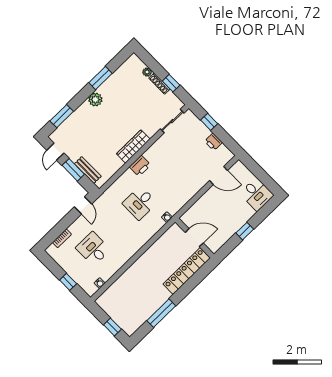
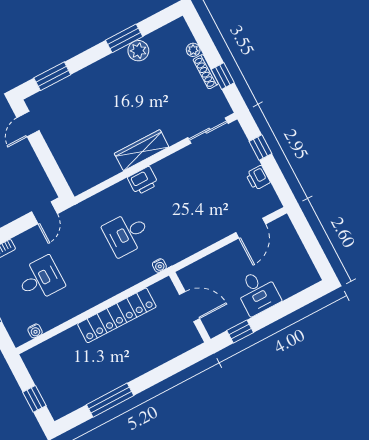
plant: (95, 100) -> (138, 51), moved
window: (73, 170) -> (46, 158), removed
bench: (88, 170) -> (67, 164), removed
door: (218, 176) -> (251, 228), hinge flipped
desk: (257, 194) -> (257, 292), moved
window: (245, 231) -> (240, 332), moved
desk: (93, 249) -> (40, 279), turned 90
locker: (187, 271) -> (117, 315), moved, turned 180

